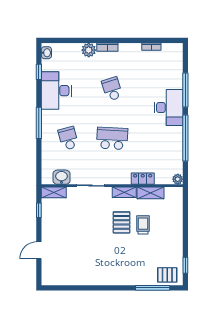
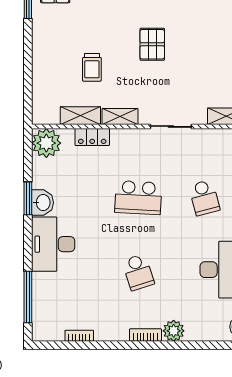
window: (185, 90) -> (28, 297), moved
window: (185, 138) -> (28, 198), width x0.47
washbasin: (62, 177) -> (43, 203), moved, turned -90
plant: (178, 179) -> (46, 143), width x1.88, depth x1.88
pallet: (122, 222) -> (152, 44), moved

